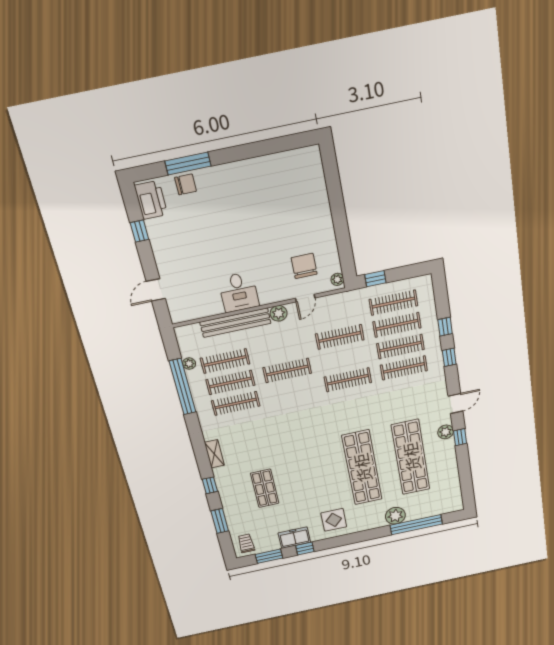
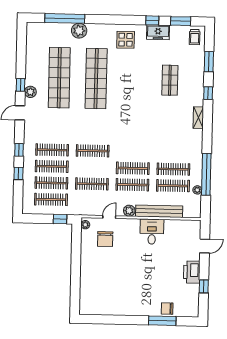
printer: (151, 200) -> (192, 272), moved
clothes rail: (236, 403) -> (132, 185), moved

